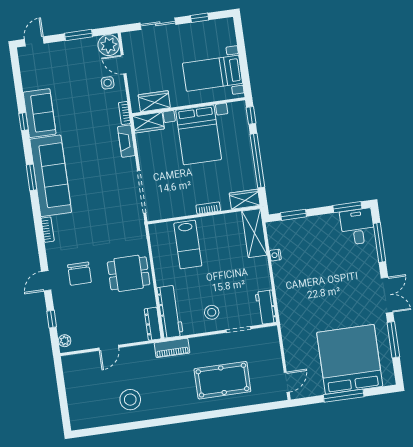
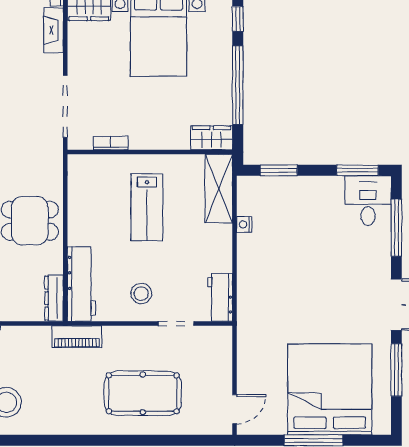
bookcase: (208, 208) -> (111, 143), moved
lab bench: (188, 245) -> (147, 207), moved

